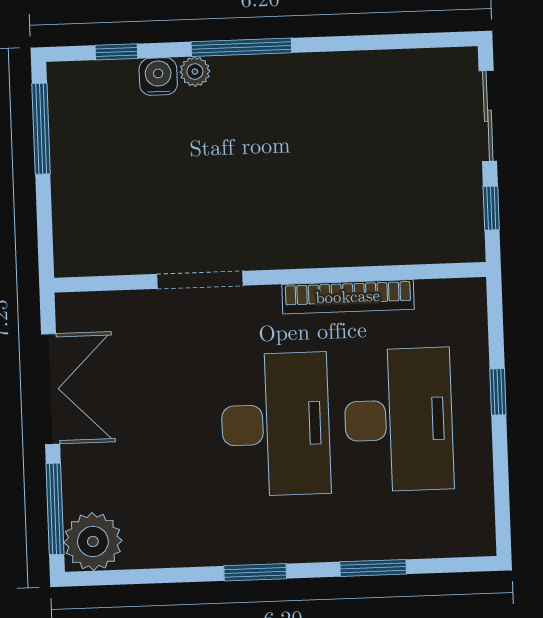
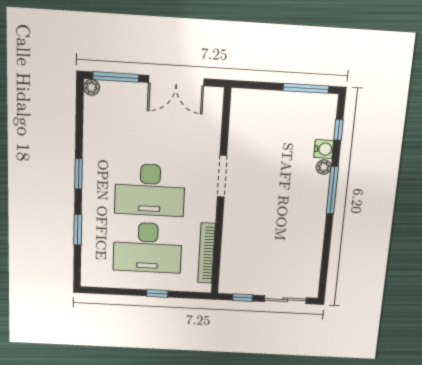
doorway: (200, 280) -> (222, 176), moved
bookcase: (348, 297) -> (207, 253), moved
plant: (93, 541) -> (92, 87), width x0.53, depth x0.53

